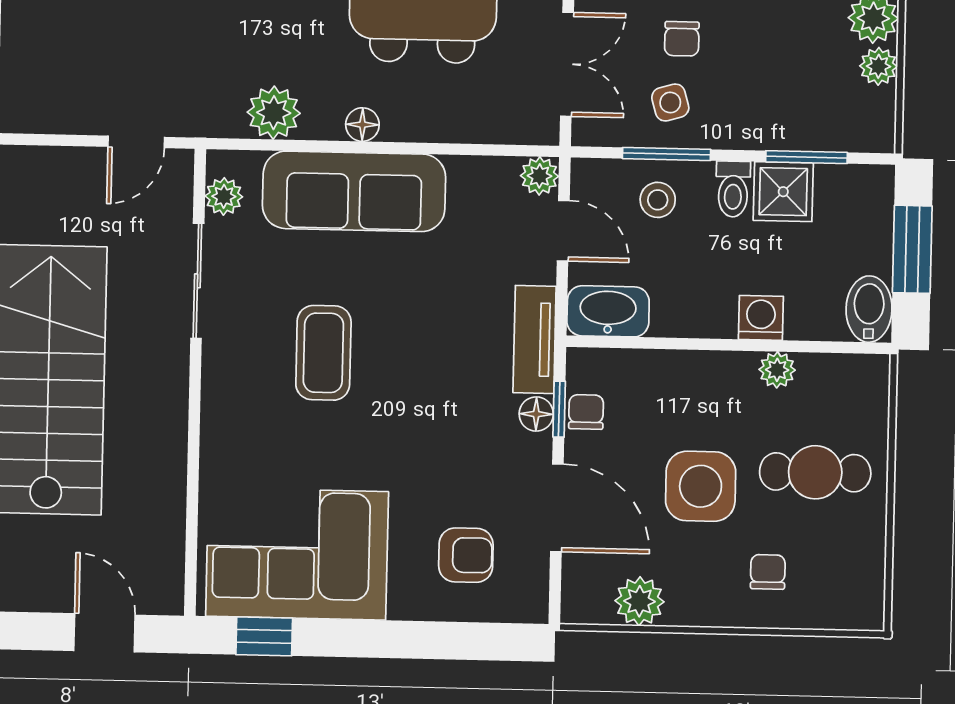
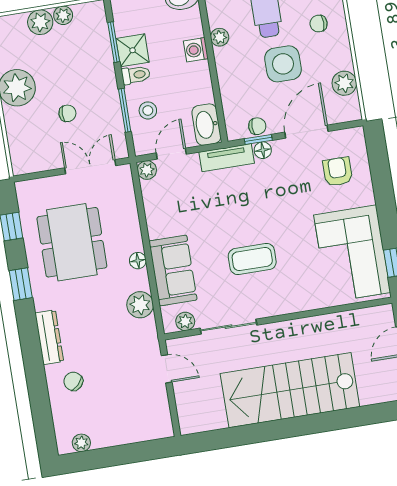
side table: (670, 103) -> (99, 113), removed
sofa: (354, 191) -> (173, 270), width x0.73
chair: (586, 412) -> (257, 126), turned 180

